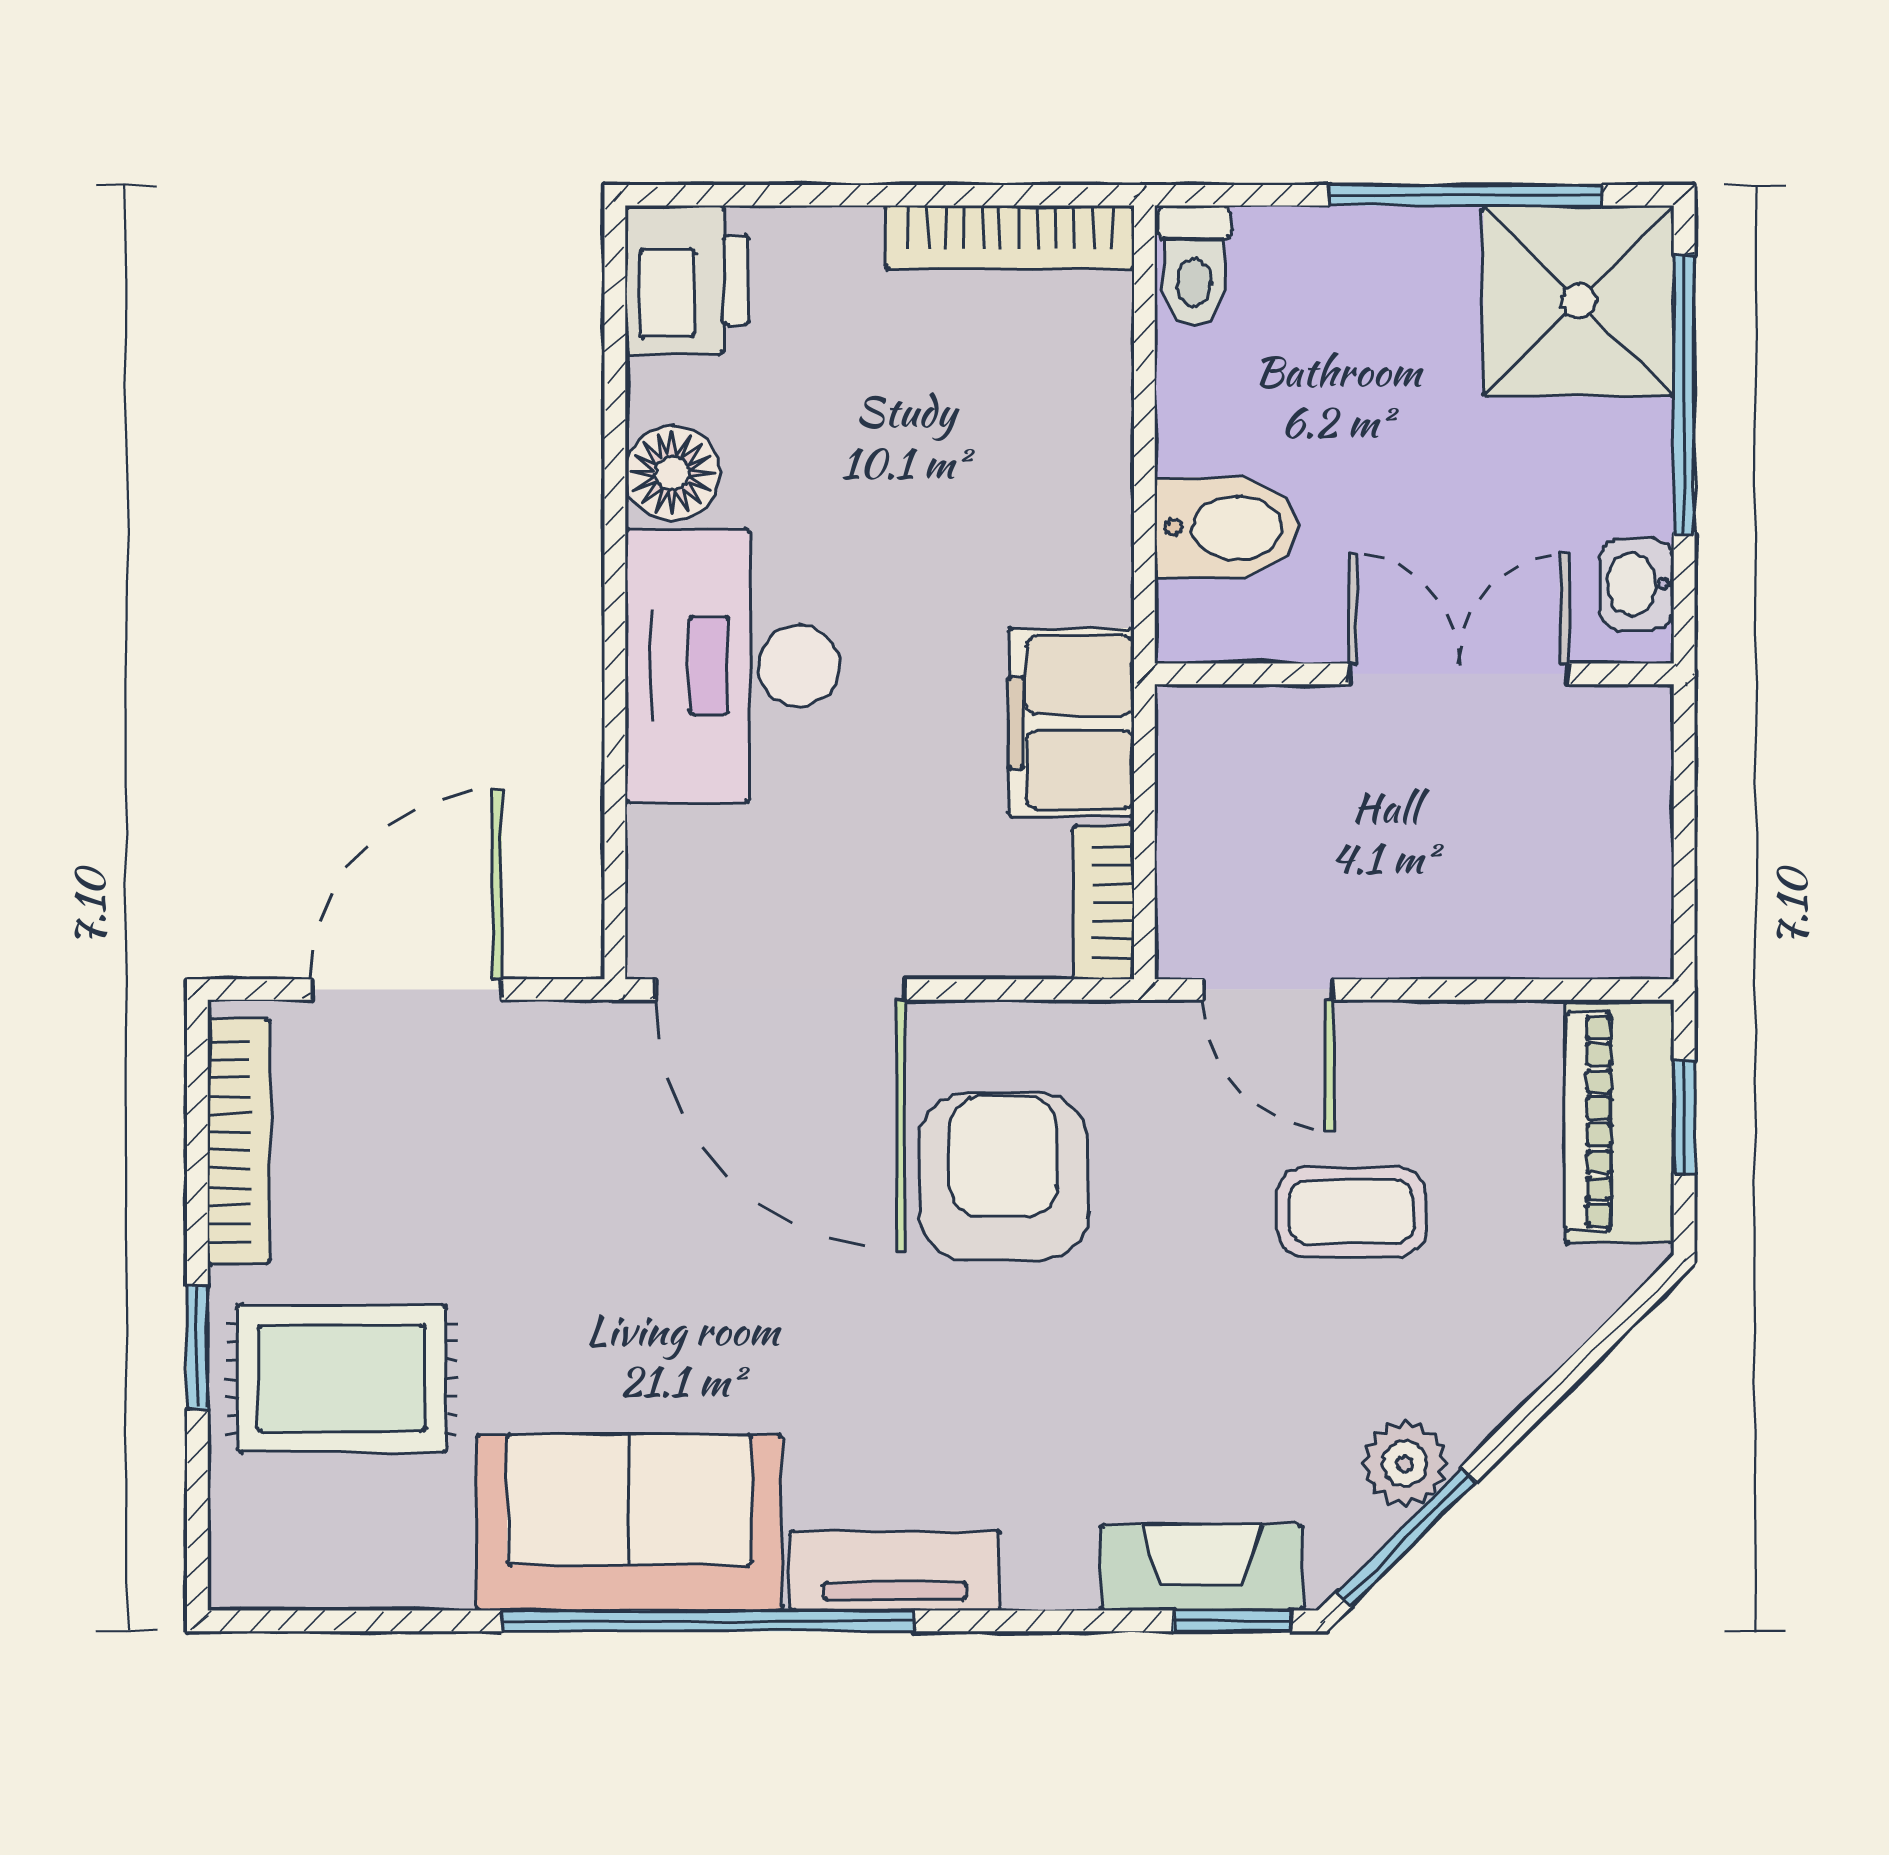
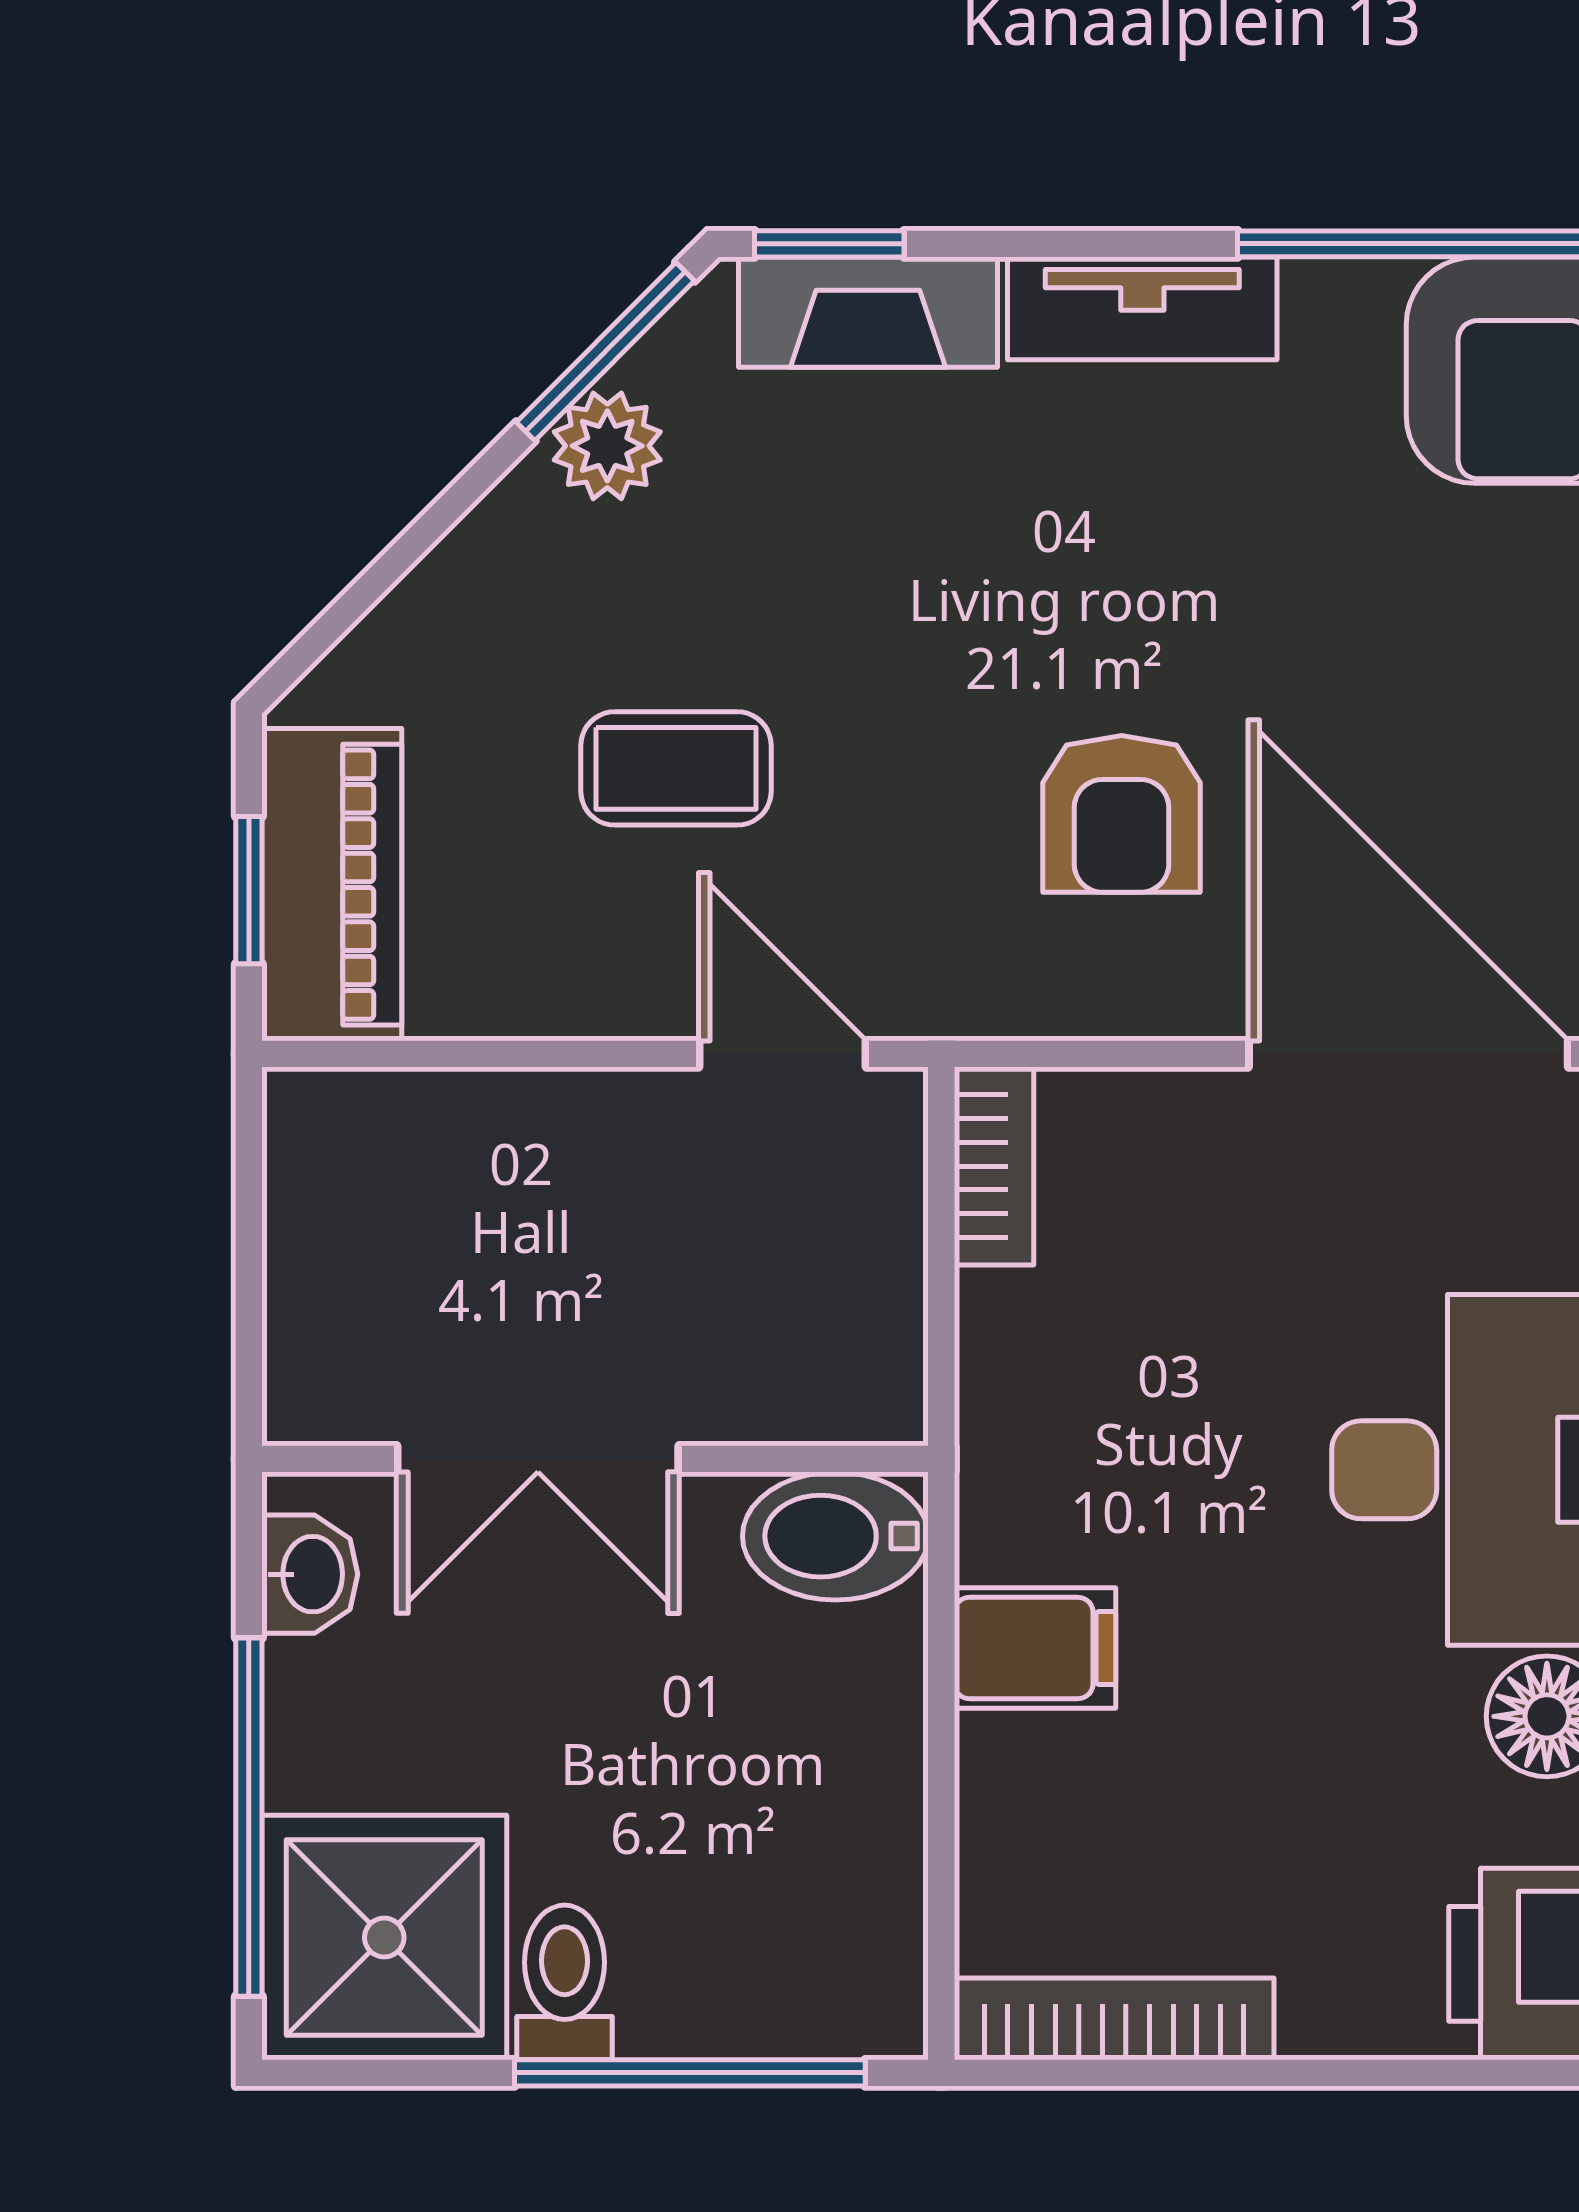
window: (1465, 195) -> (690, 2073), moved
toilet: (1194, 266) -> (565, 1982), moved
bidet: (1227, 528) -> (835, 1536), moved
filing cabinet: (1071, 722) -> (1035, 1648), moved, width x0.50
armchair: (1004, 1177) -> (1122, 814), width x0.72, depth x0.72
tv unit: (895, 1571) -> (1142, 308), moved

